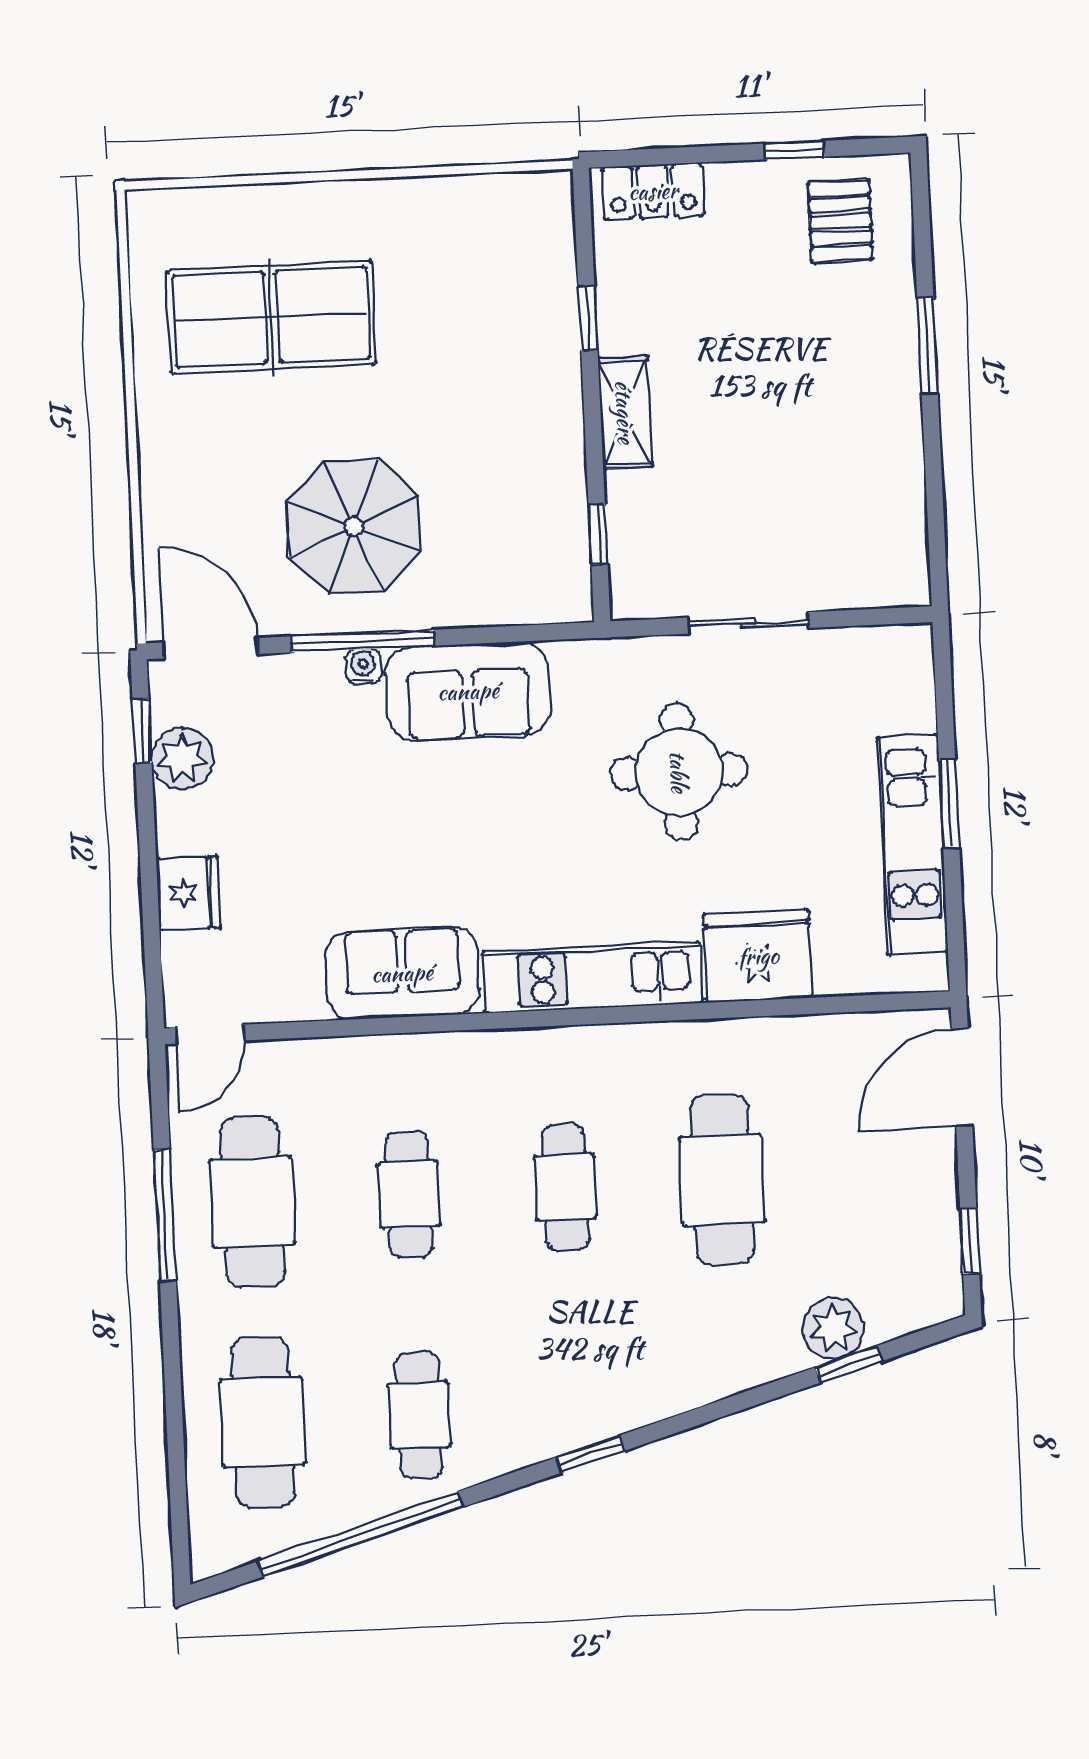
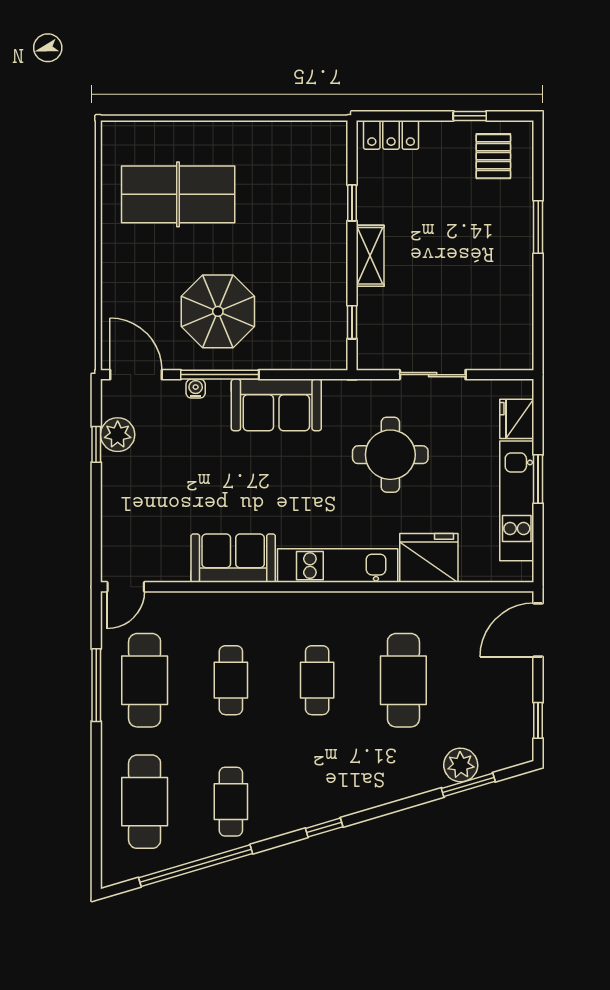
water cooler: (363, 666) -> (196, 389), moved
window: (142, 731) -> (96, 444), moved
fridge: (188, 893) -> (517, 419), moved, turned 180
window: (849, 1364) -> (468, 785), width x1.50

